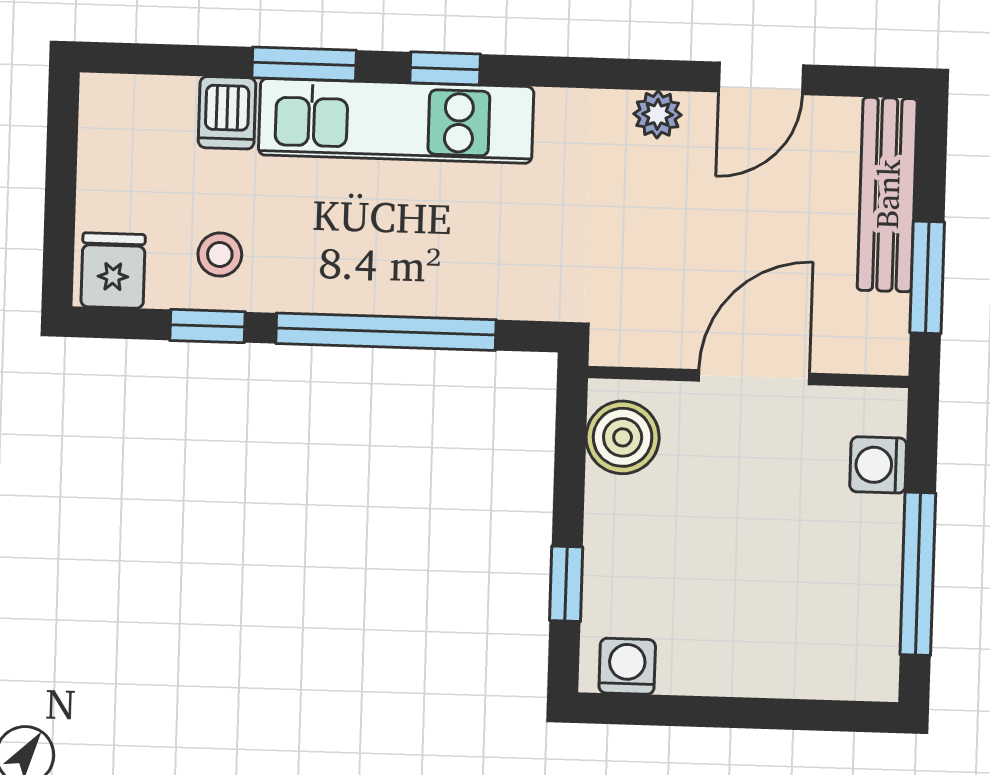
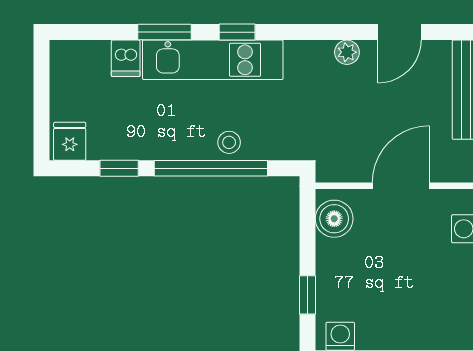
stool: (220, 254) -> (229, 142), moved

